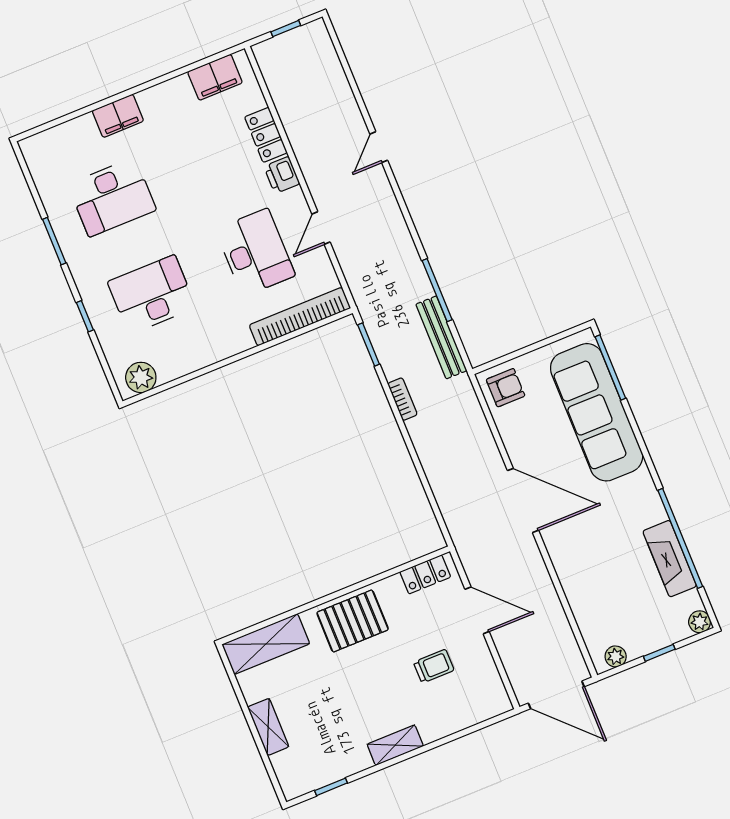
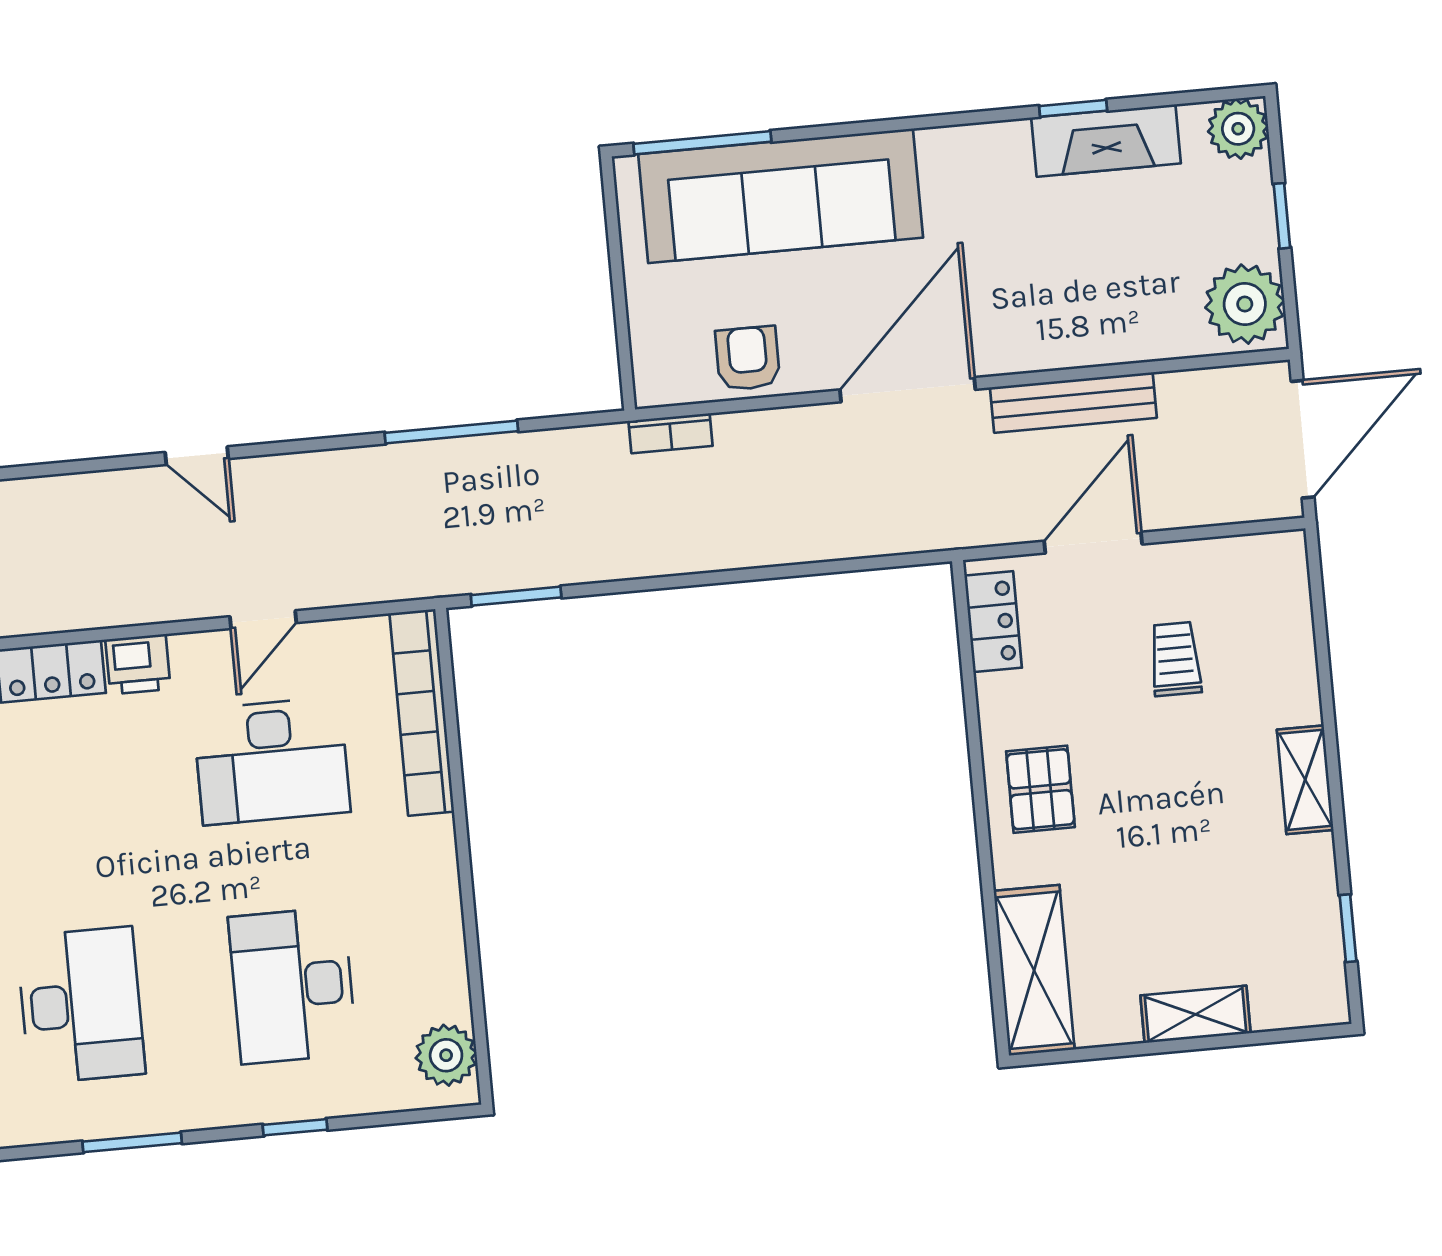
door: (379, 147) -> (197, 456), moved
door: (321, 228) -> (263, 620), hinge flipped
desk: (255, 252) -> (272, 761), turned 180
bench: (441, 337) -> (1073, 403), moved
armchair: (506, 388) -> (748, 358), moved
bookcase: (402, 399) -> (671, 433), moved, turned 180
window: (680, 538) -> (1073, 108), width x0.32
pallet: (353, 621) -> (1040, 789), width x0.67, depth x0.71
plant: (700, 622) -> (1238, 129), width x1.38, depth x1.38
plant: (616, 656) -> (1245, 304), width x1.88, depth x1.88

